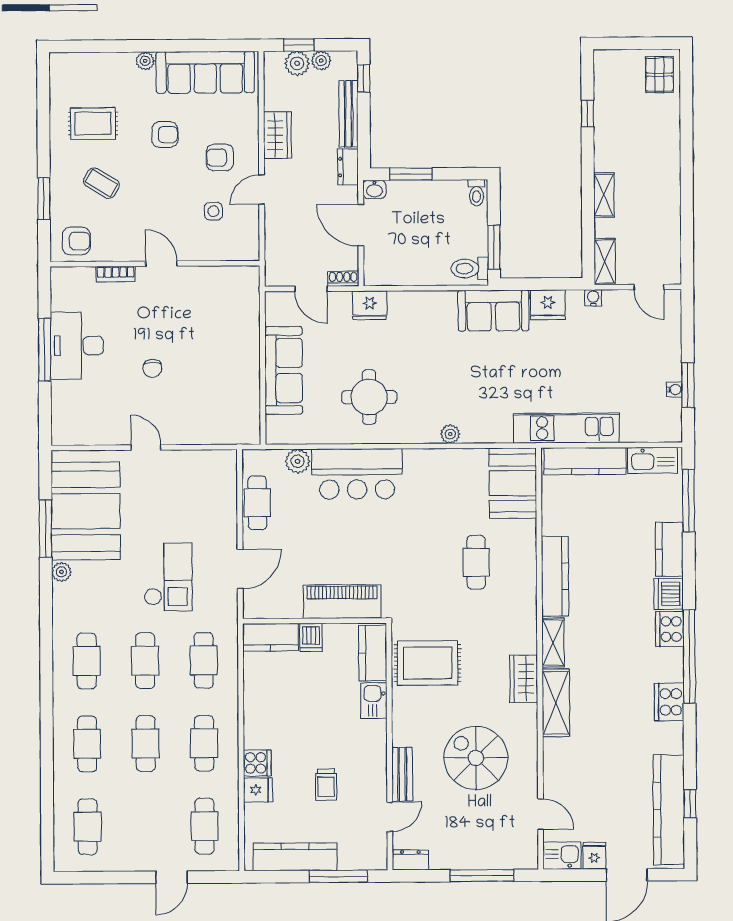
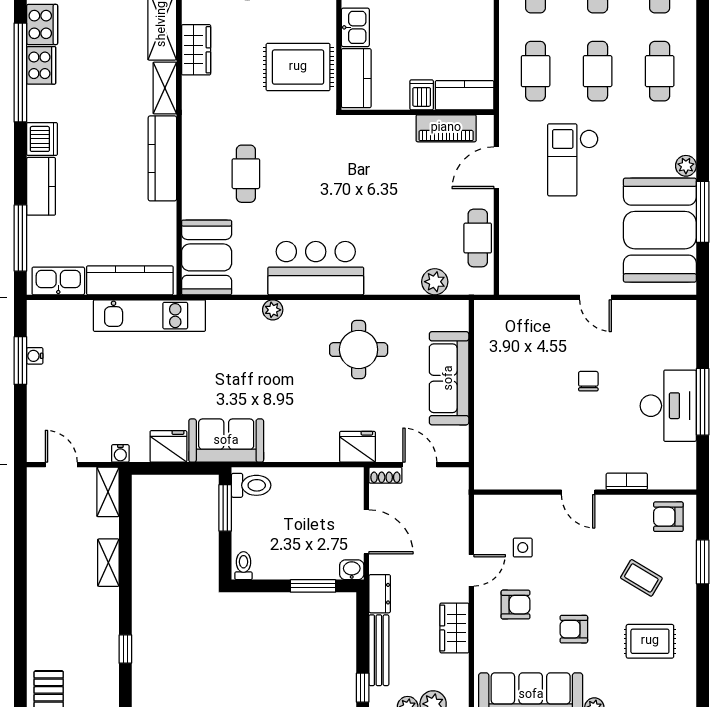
bar counter: (357, 474) -> (316, 268), moved
piano: (342, 602) -> (446, 128), moved, width x0.73, depth x0.75
cooker: (670, 629) -> (41, 65), moved

